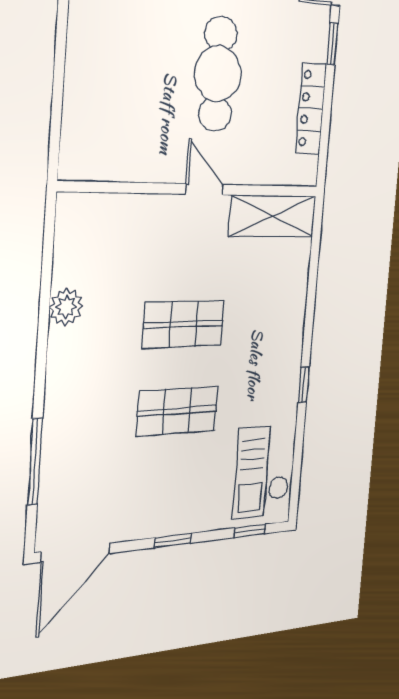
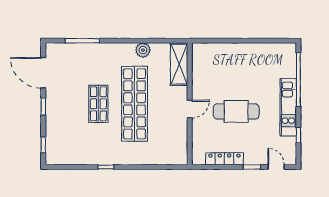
shelving: (272, 216) -> (179, 64), moved
shop shelf: (183, 324) -> (135, 104), width x2.00, depth x1.36
checkout: (263, 471) -> (69, 149), removed
door: (76, 553) -> (43, 73), moved

